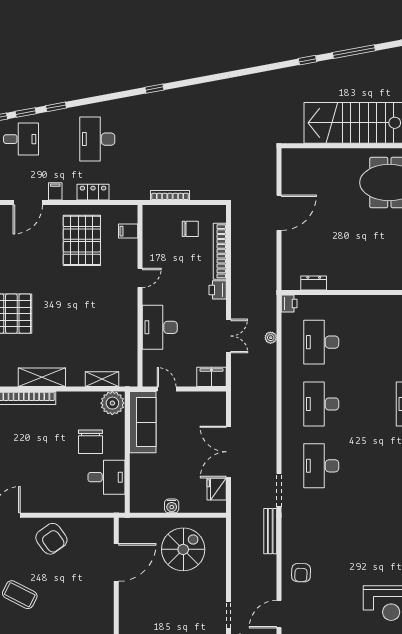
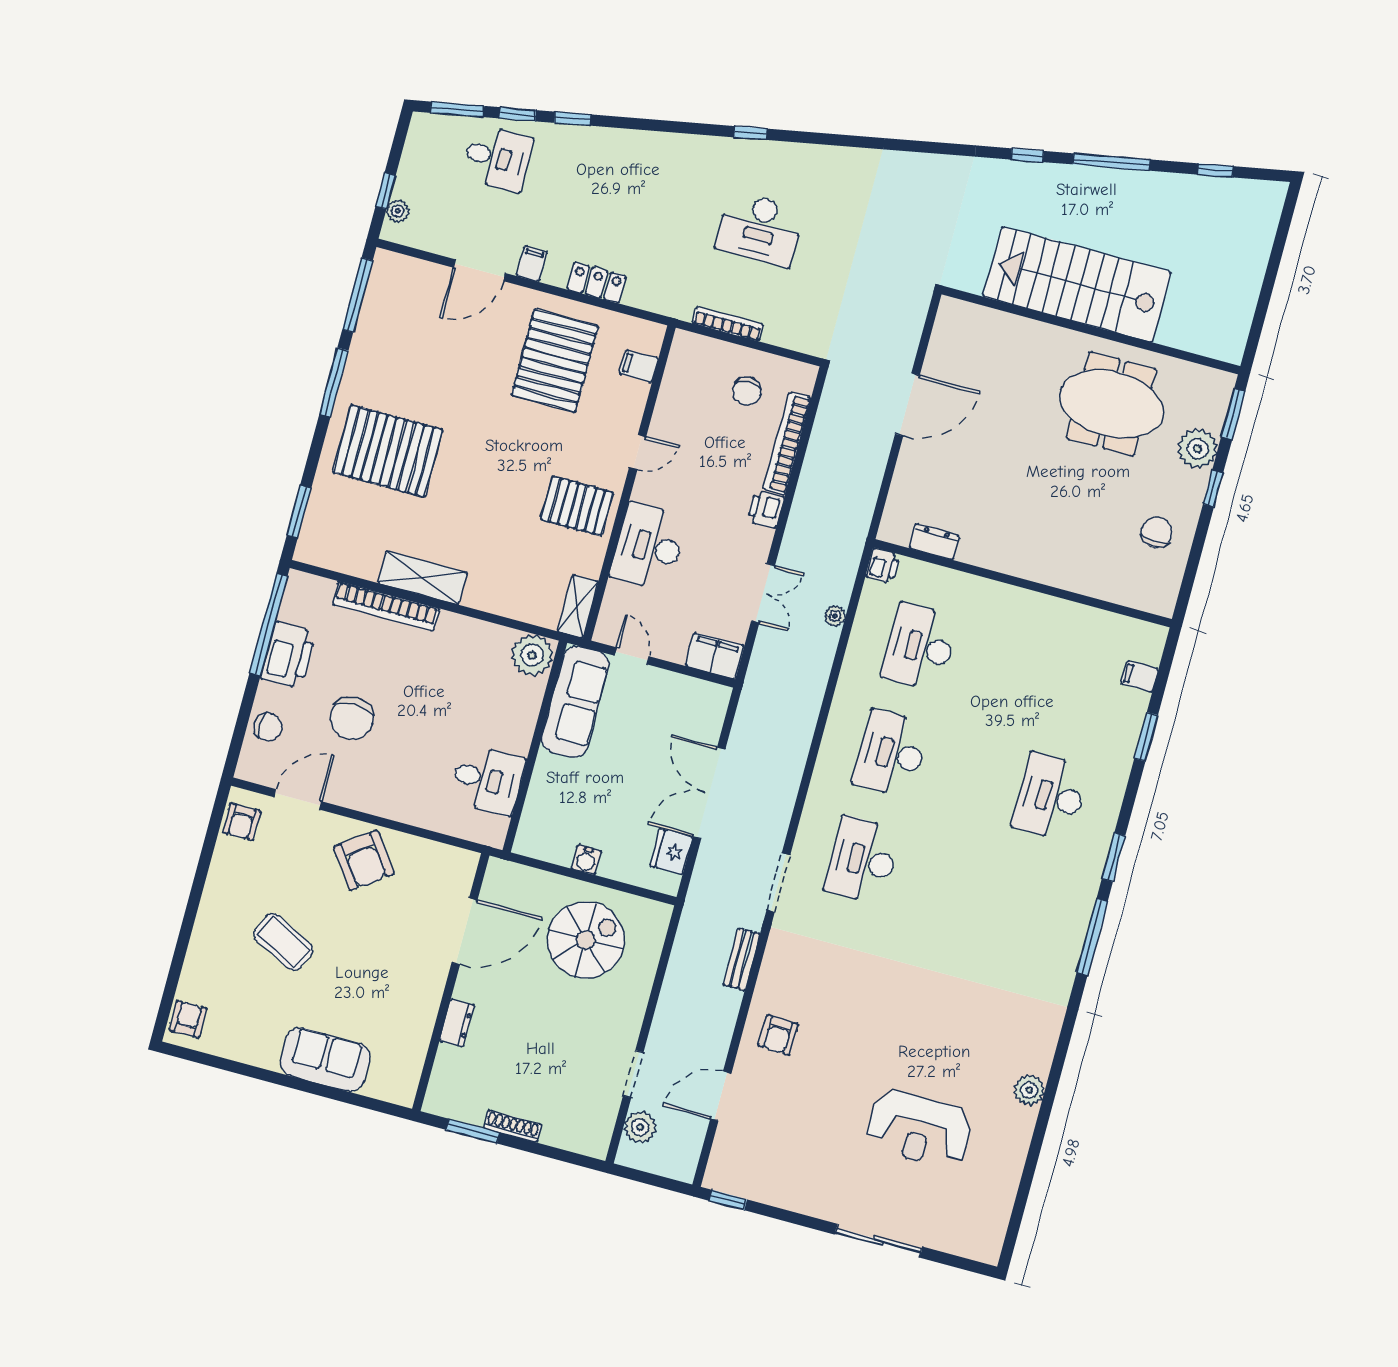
desk: (97, 139) -> (760, 229), moved, turned -90
chair: (190, 229) -> (747, 391), turned 87
pallet: (115, 316) -> (577, 506), added
shelving: (102, 379) -> (578, 606), moved, turned 90
chair: (90, 442) -> (352, 718), moved
bench: (270, 531) -> (741, 959), width x0.73
dresser: (126, 613) -> (457, 1023), added

